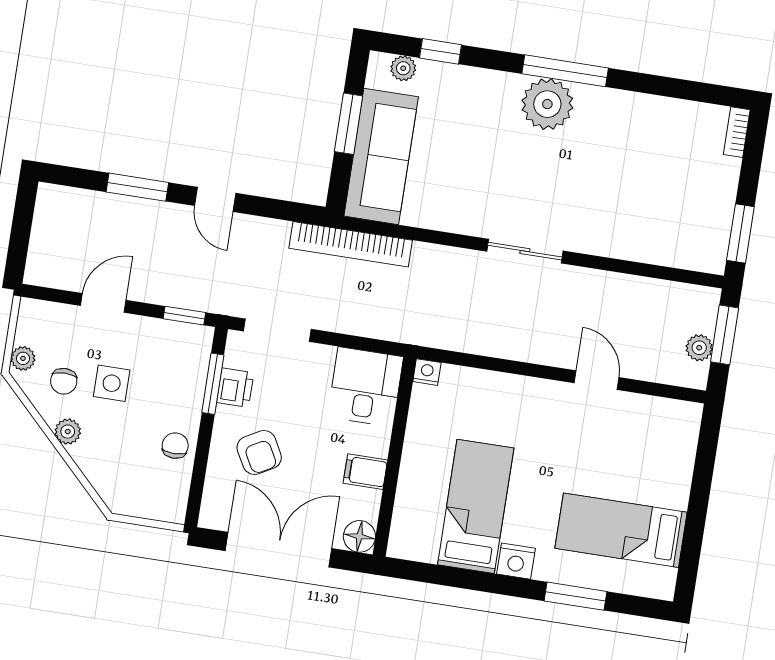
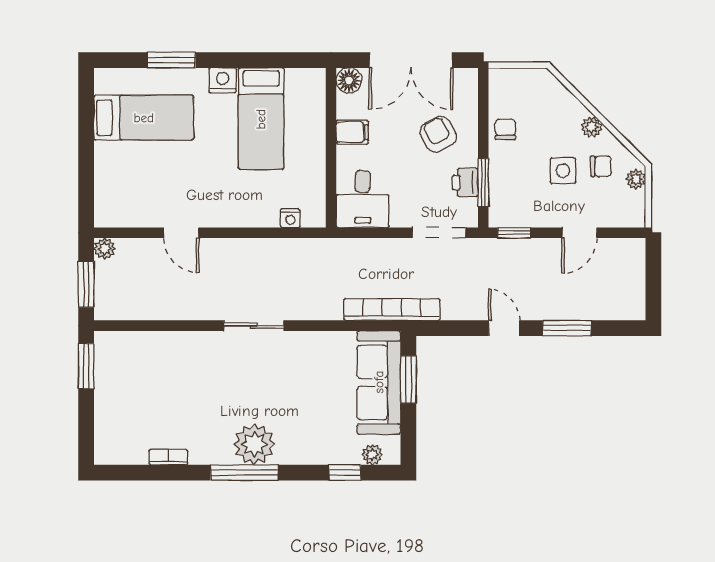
window: (349, 124) -> (408, 380), moved
bookcase: (737, 132) -> (168, 457), moved, turned -90
plant: (699, 348) -> (105, 249), moved
nightstand: (427, 372) -> (290, 218), moved
chair: (64, 381) -> (601, 166), turned 90
chair: (175, 446) -> (505, 129), turned 180

